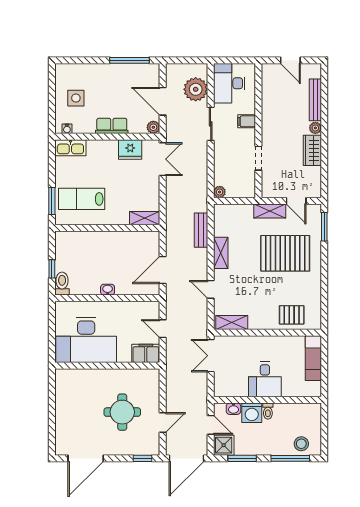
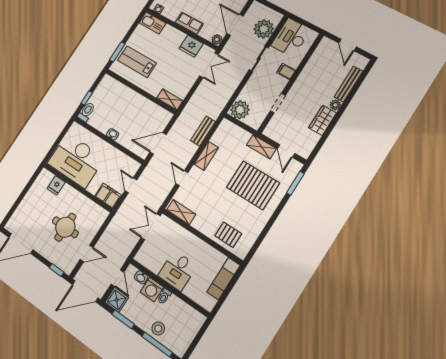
plant: (220, 192) -> (240, 110), width x1.88, depth x1.88
fridge: (82, 378) -> (56, 185), added
stool: (301, 444) -> (158, 328), moved

